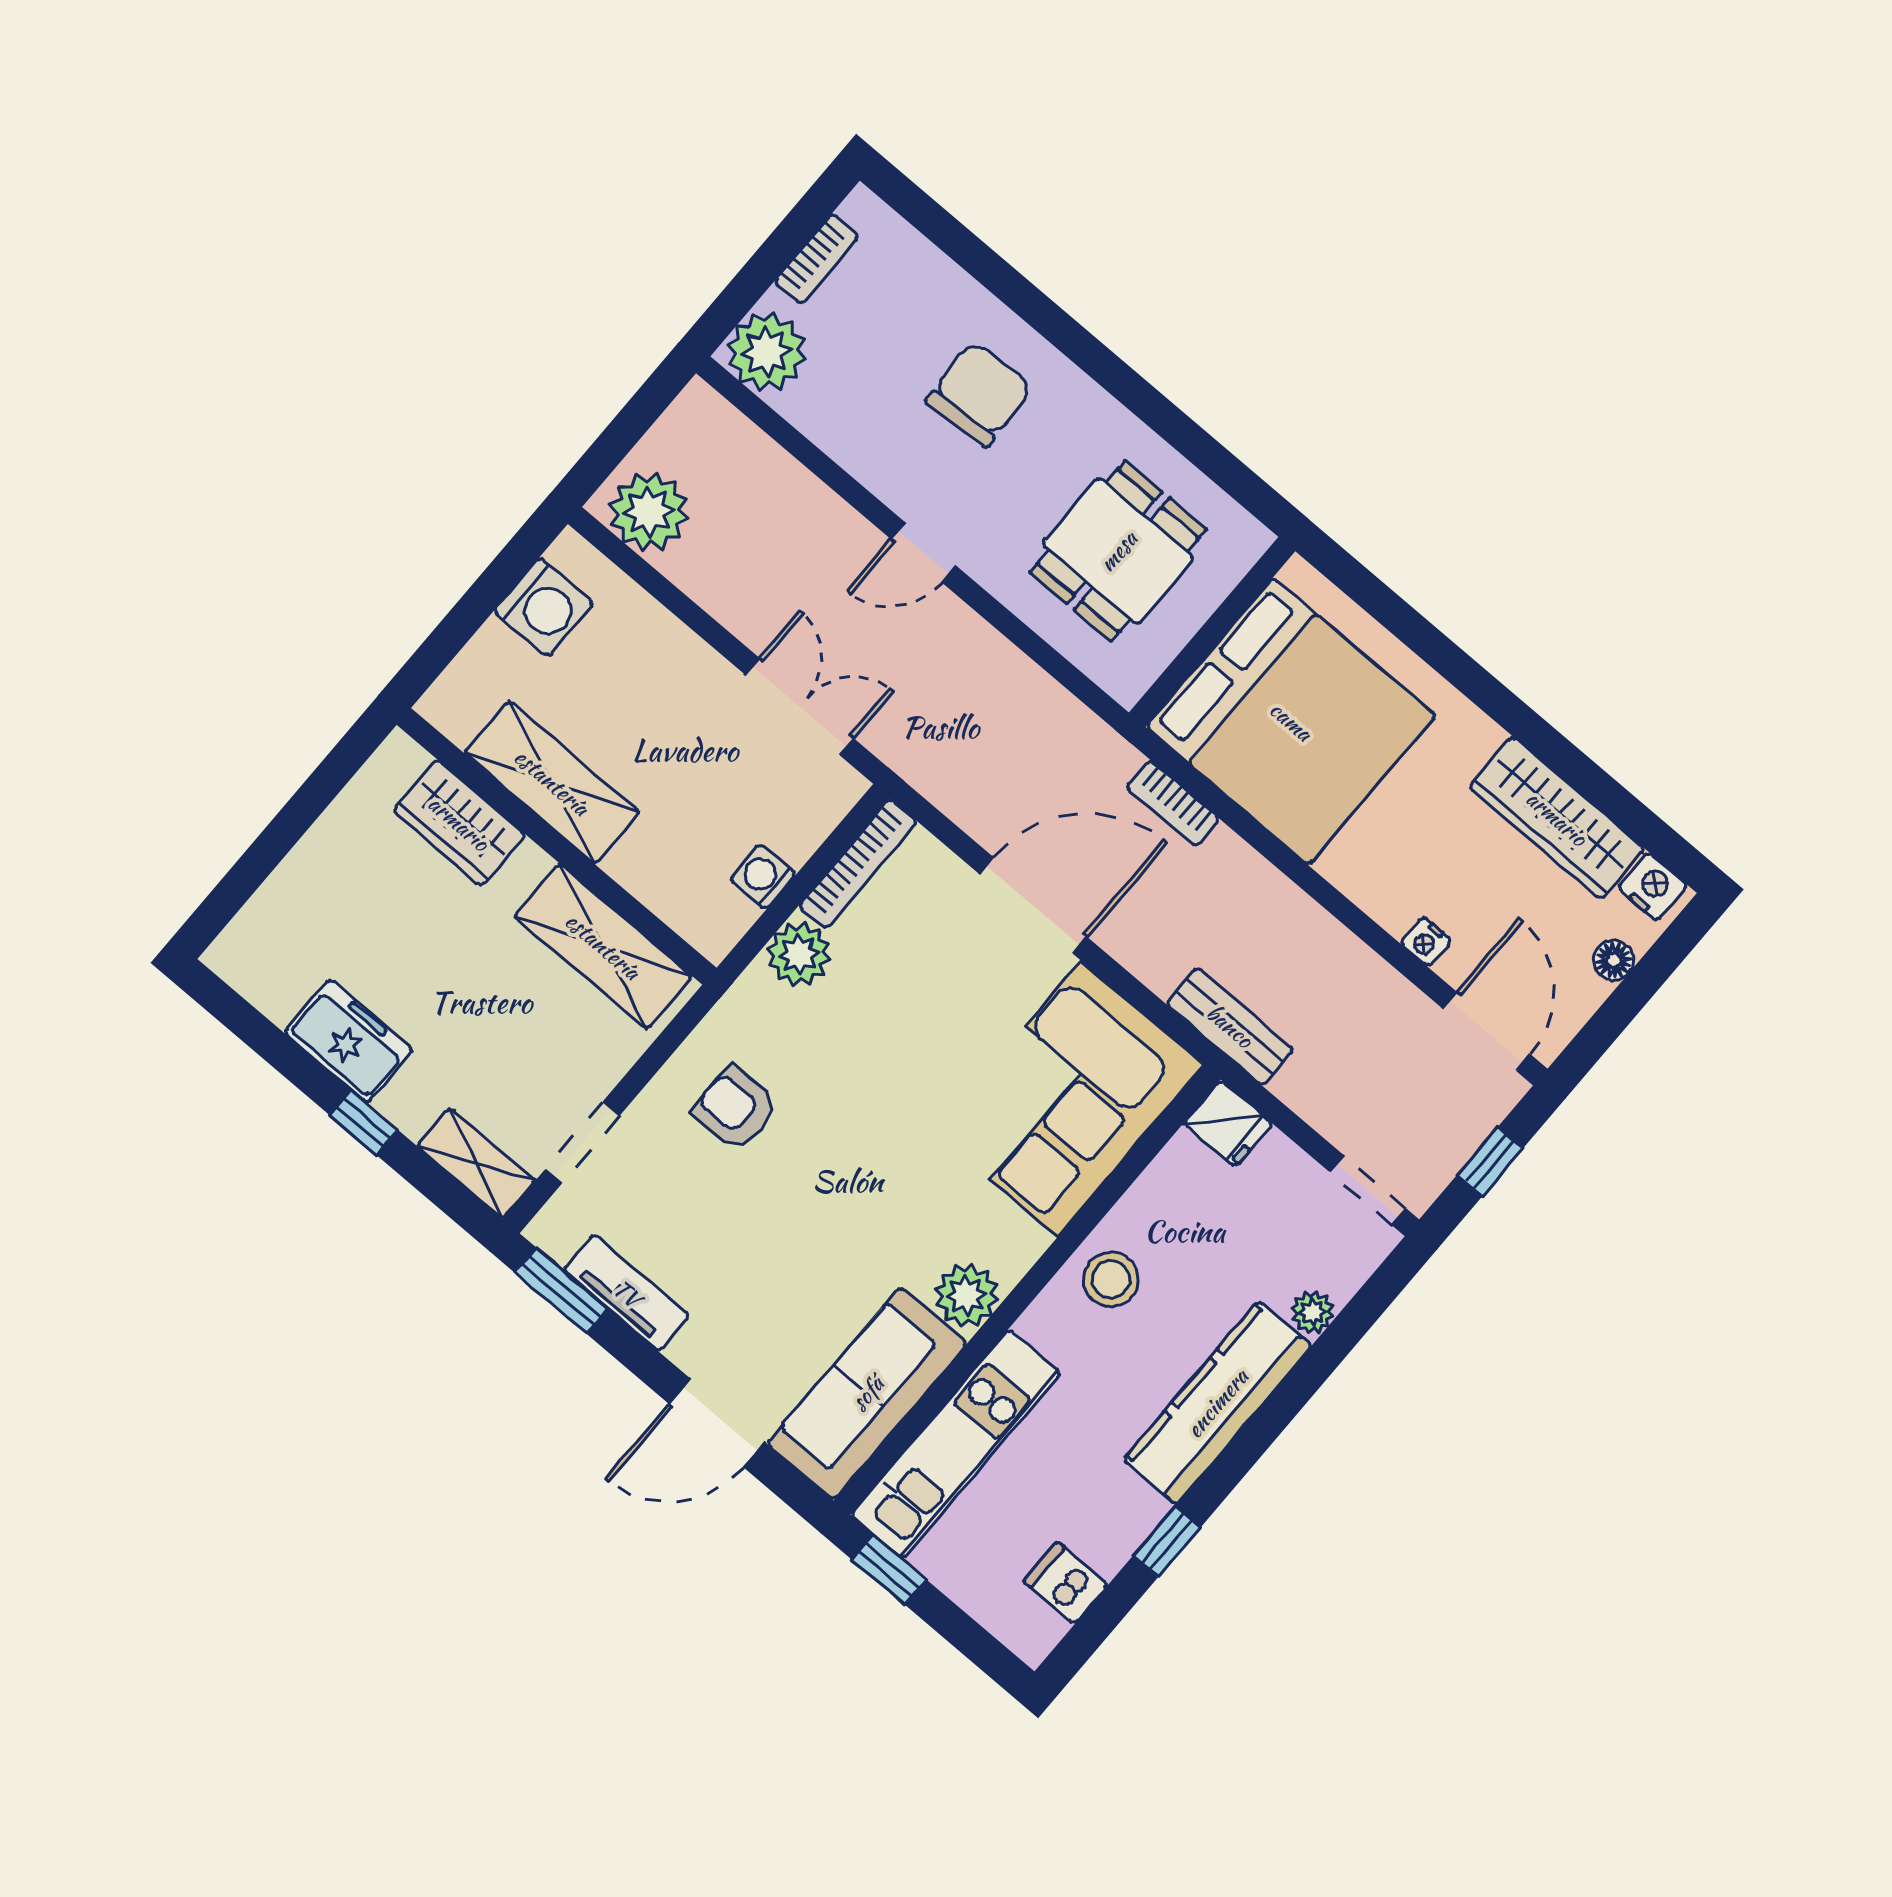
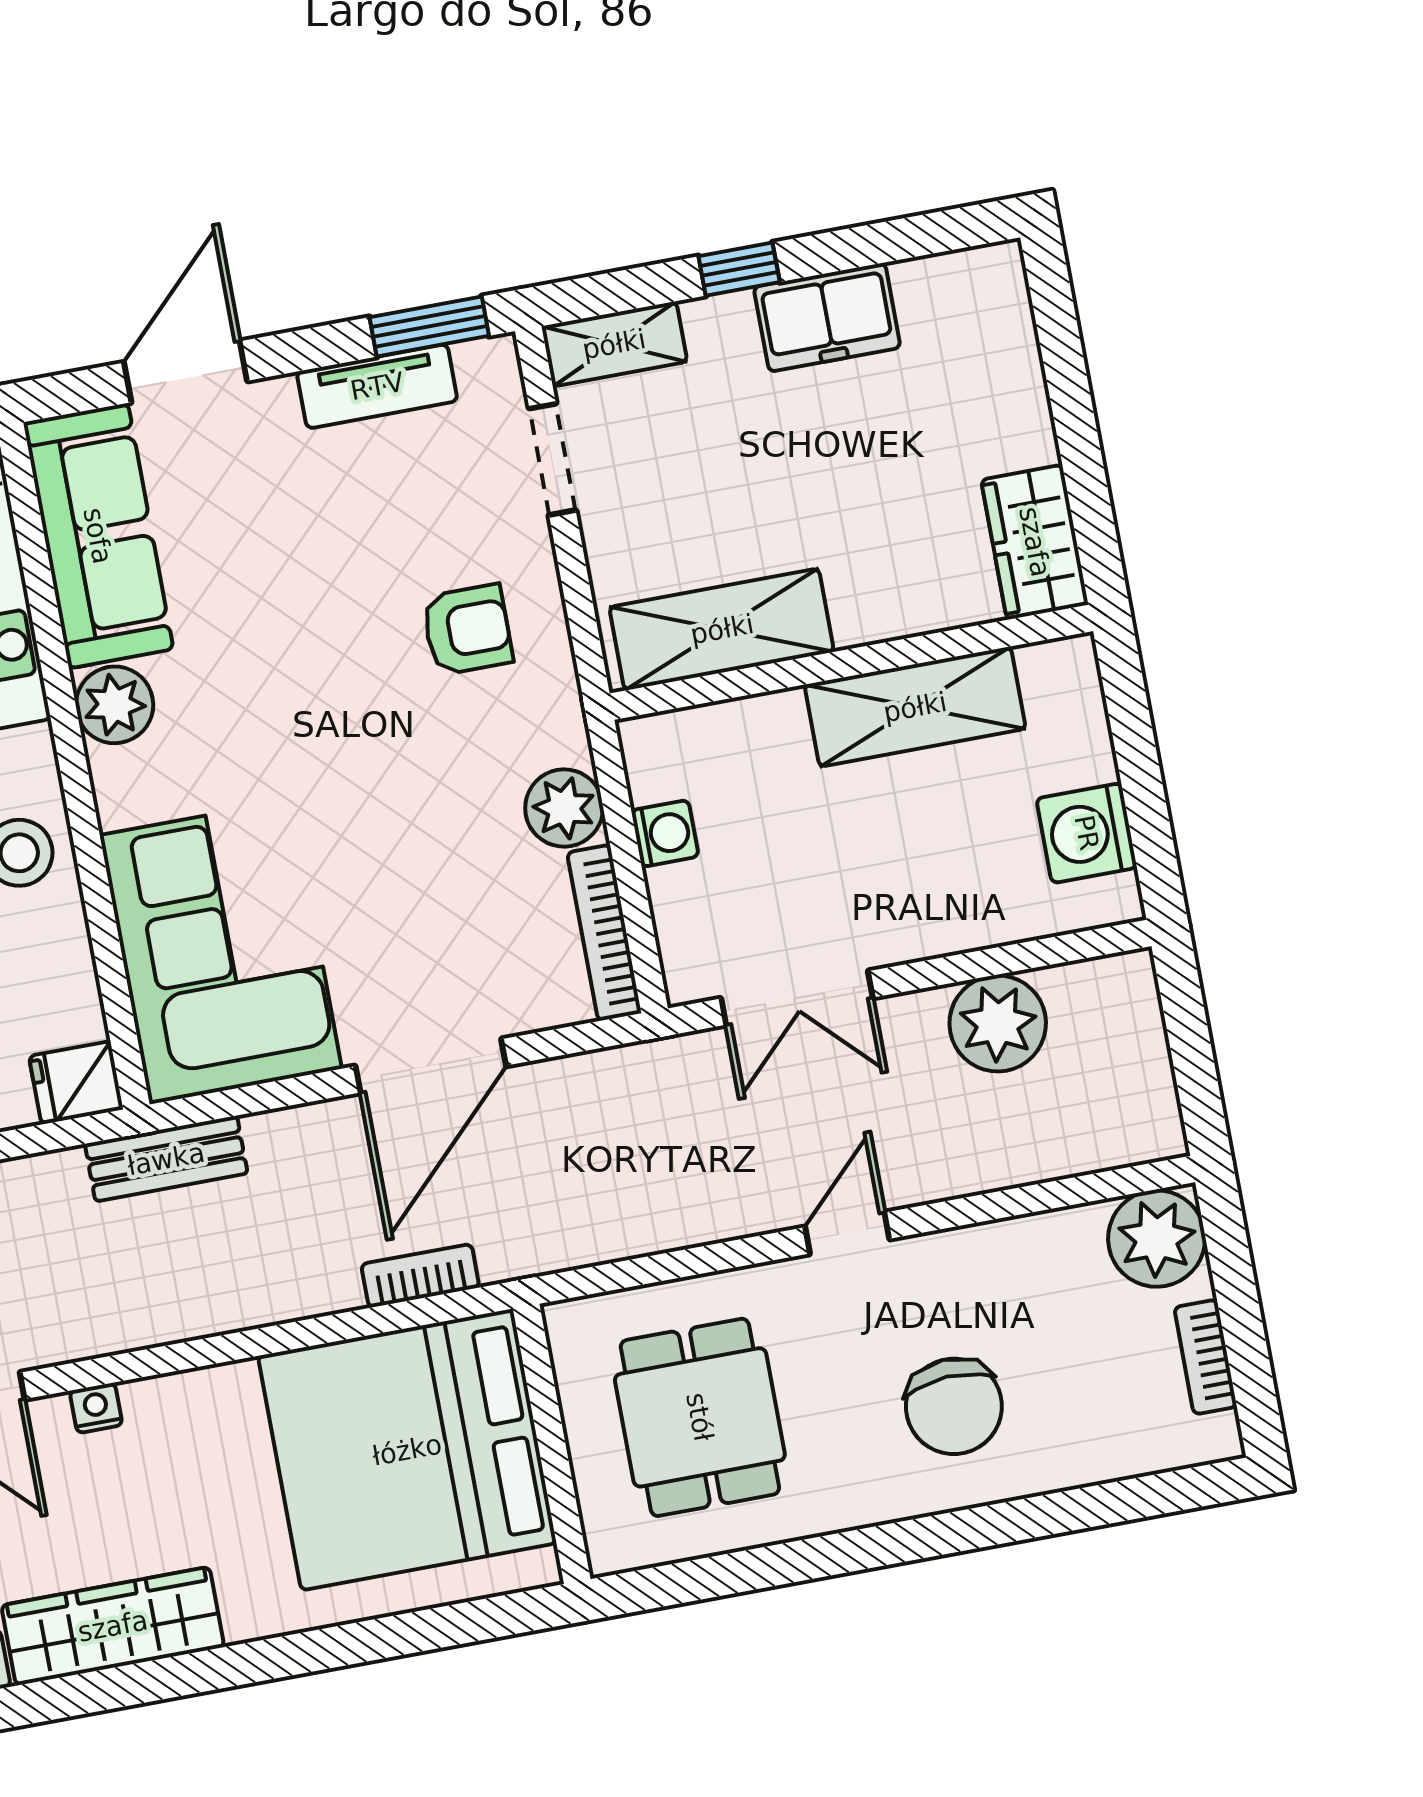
plant: (649, 512) -> (998, 1023), moved
wardrobe: (459, 823) -> (1035, 542), moved, turned -90

